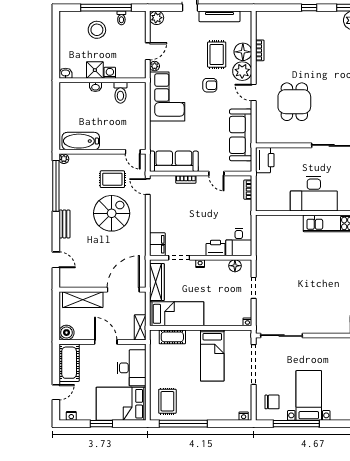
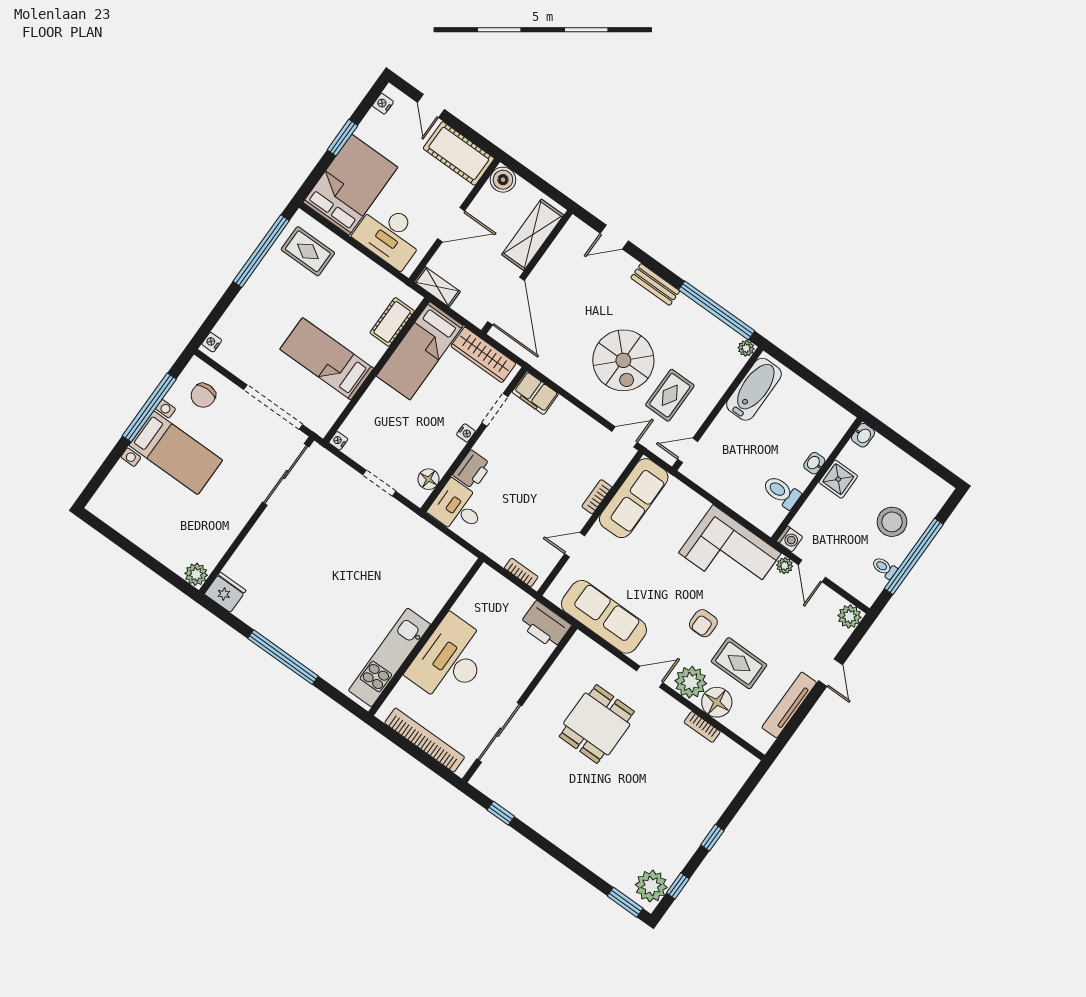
washing machine: (110, 73) -> (790, 539), moved
dining table: (294, 102) -> (597, 724), turned 90

